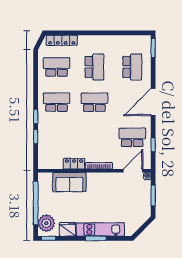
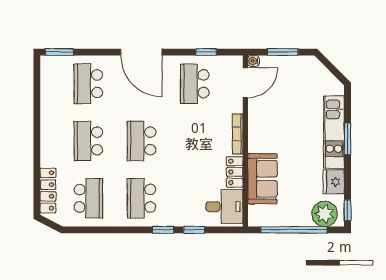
school desk: (57, 67) -> (88, 198), turned 180
school desk: (94, 67) -> (88, 141), turned -90
school desk: (132, 67) -> (88, 84), turned -90
desk: (51, 157) -> (224, 207), added
door: (133, 171) -> (245, 83), swing flipped

